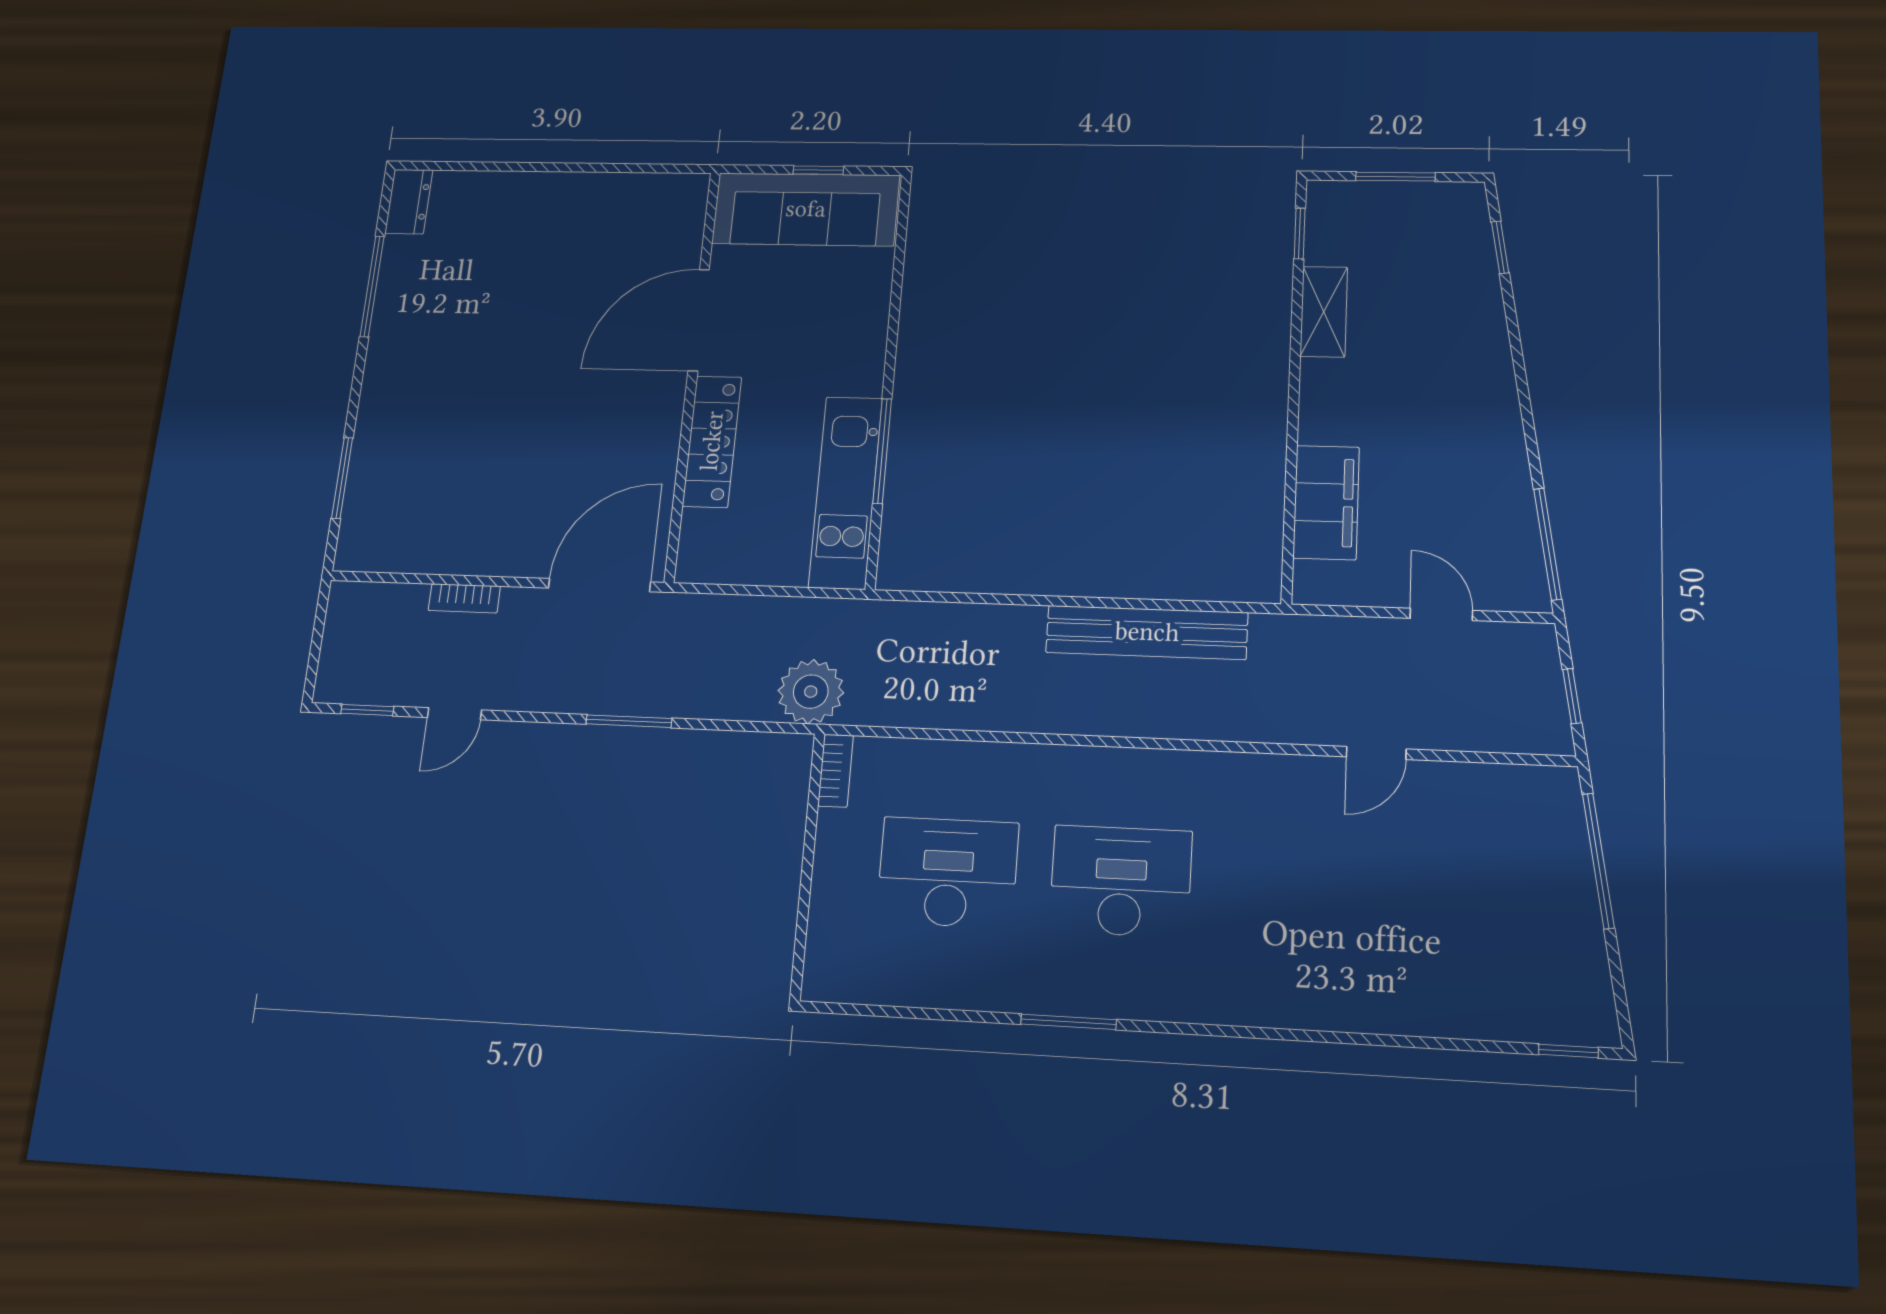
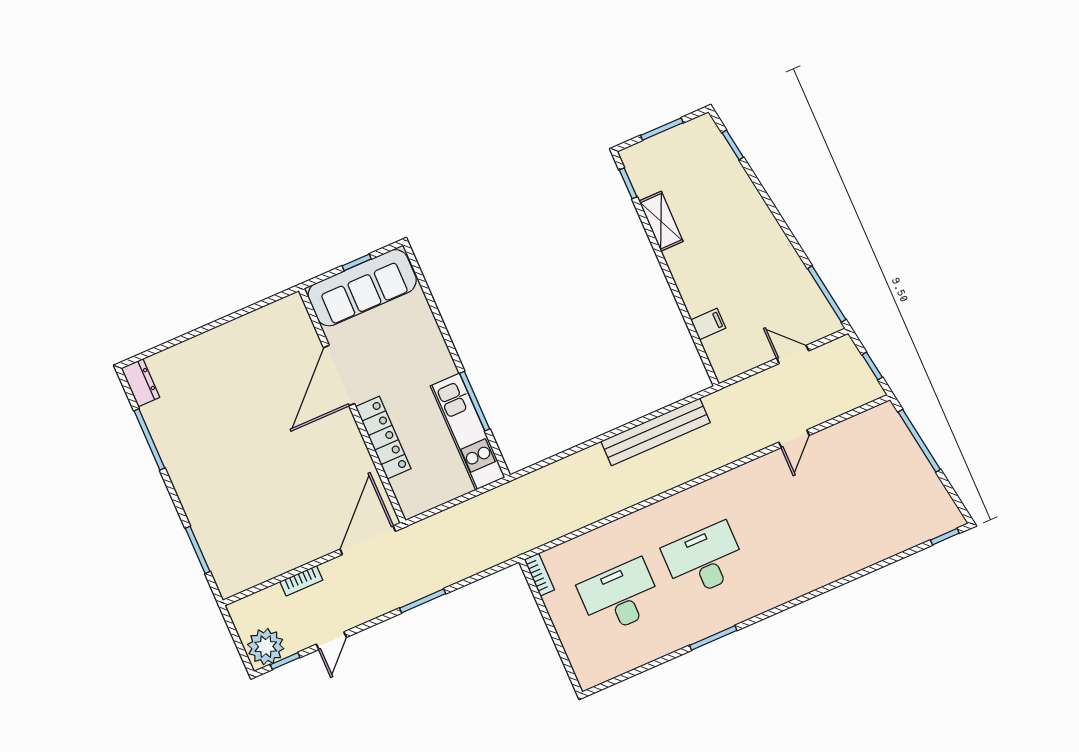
filing cabinet: (1326, 502) -> (708, 324), width x0.33, depth x0.86
plant: (811, 692) -> (266, 647), moved

